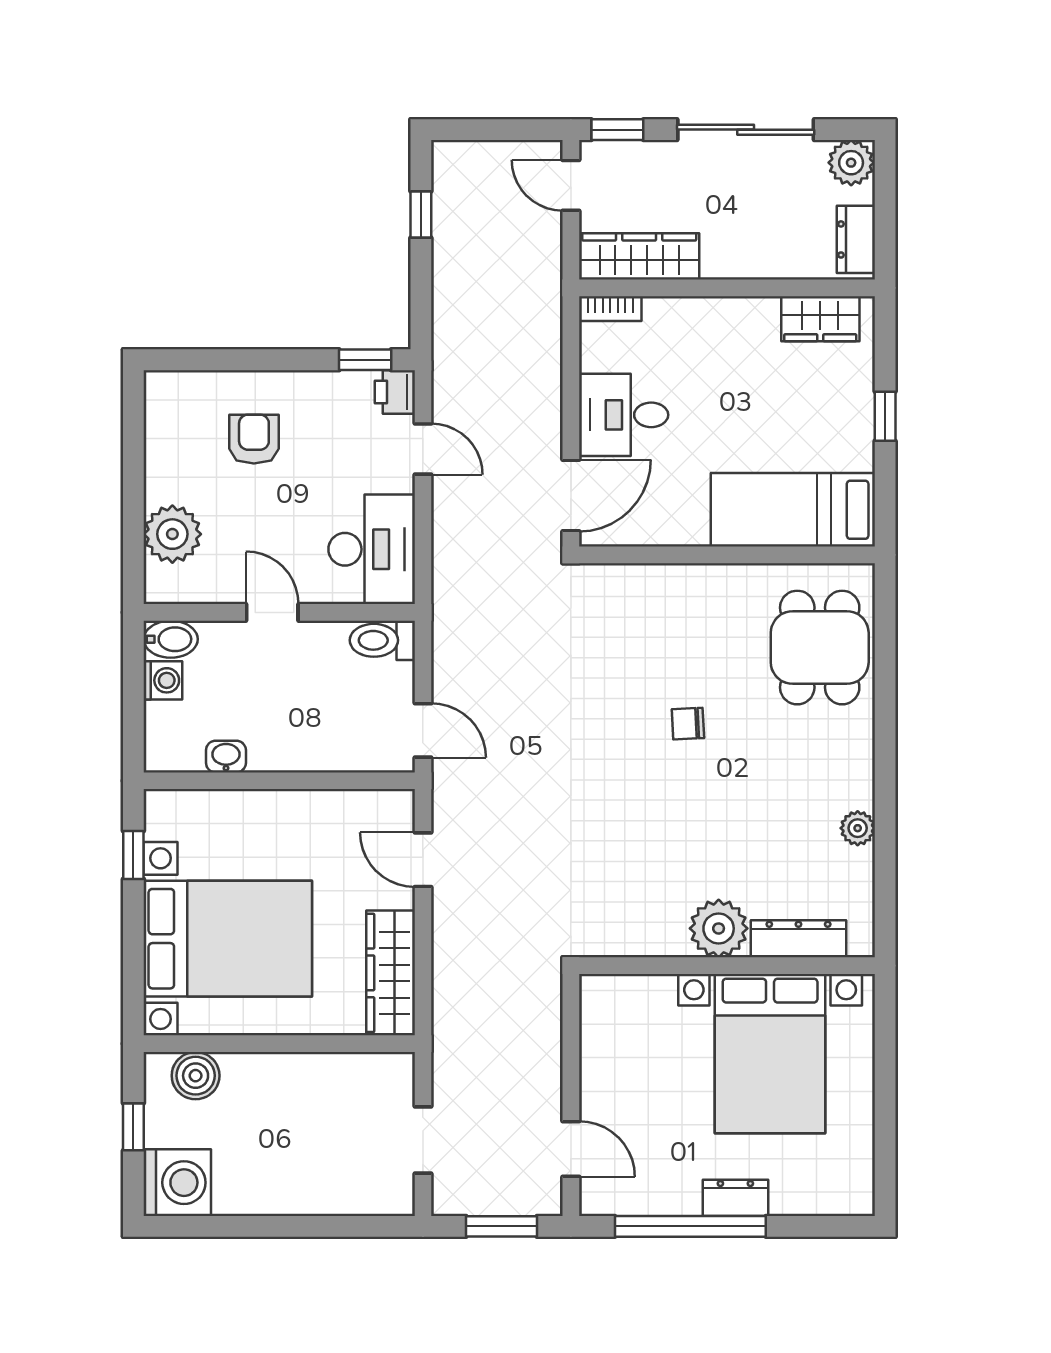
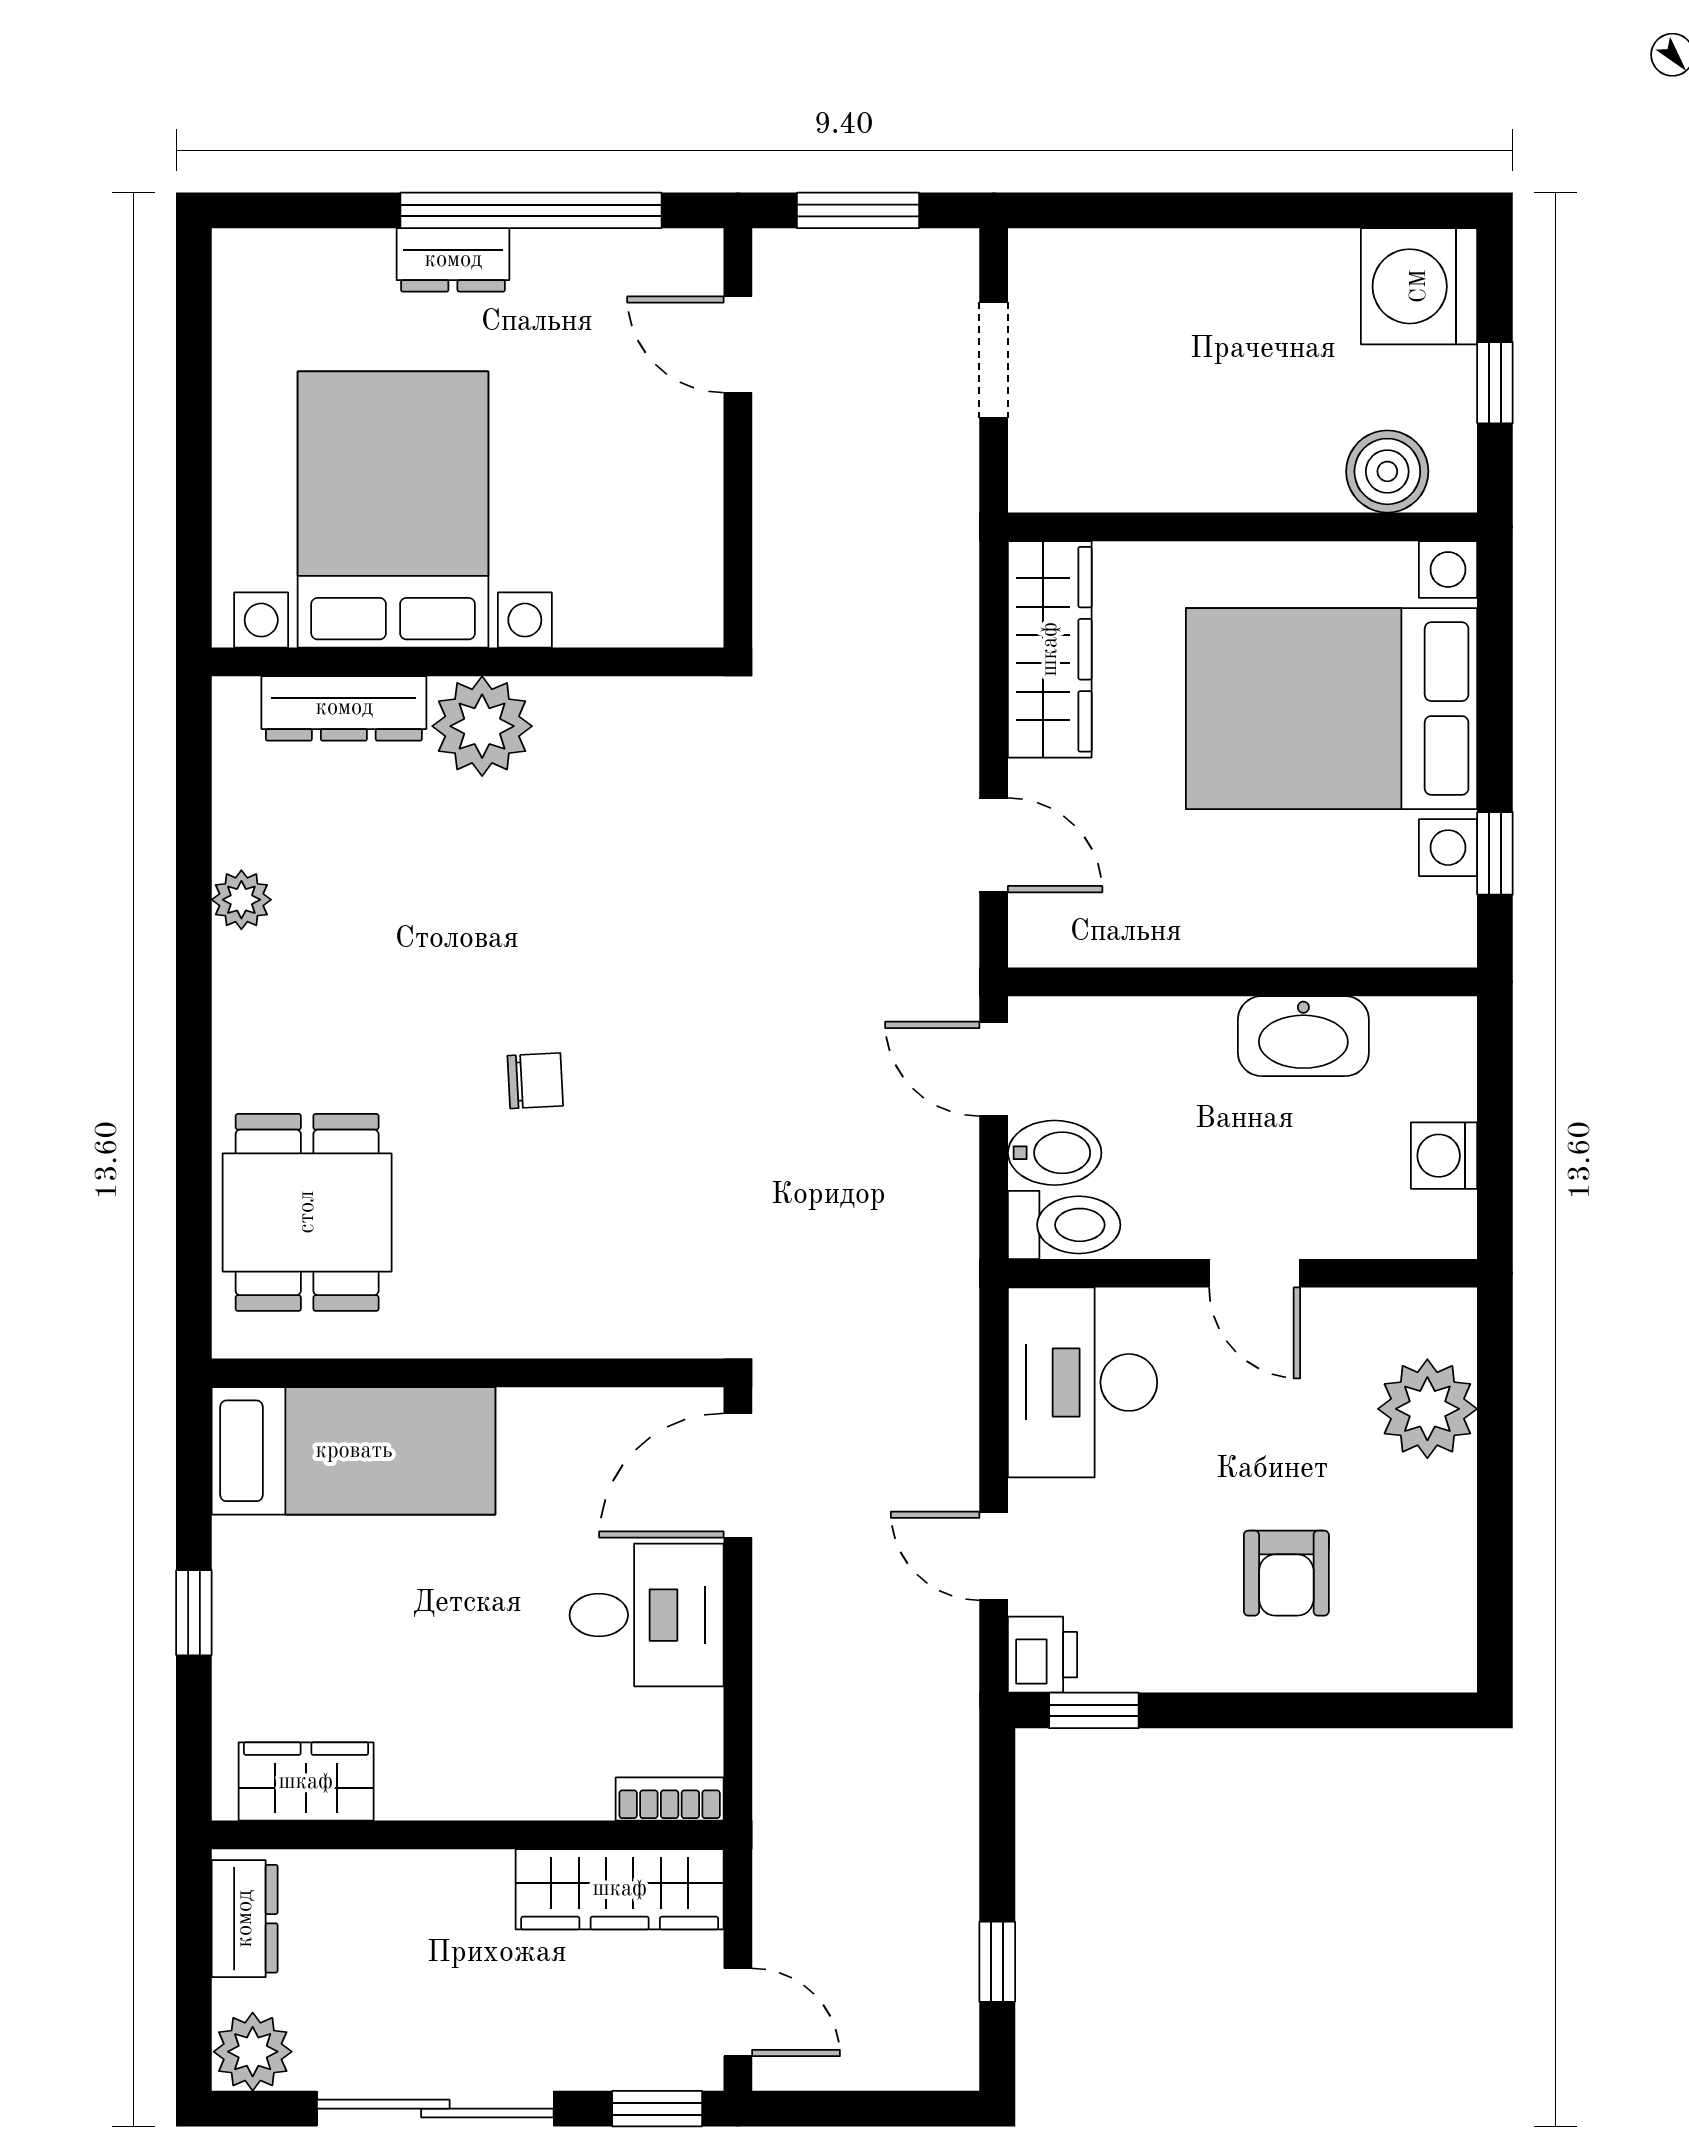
bidet: (171, 639) -> (1055, 1153), moved, turned 180
washbasin: (226, 757) -> (1303, 1036), width x1.91, depth x1.45

